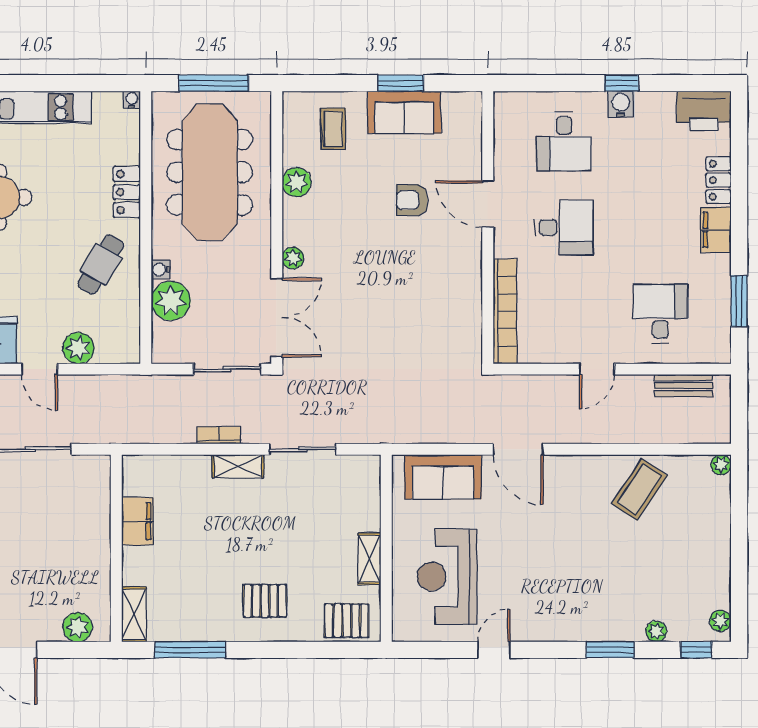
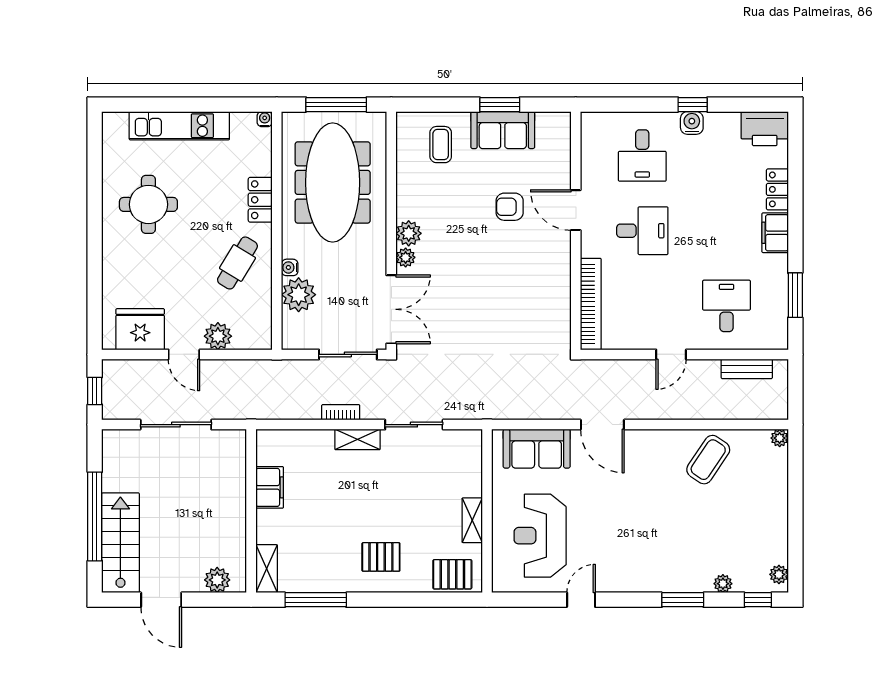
plant: (297, 182) -> (409, 233), moved

